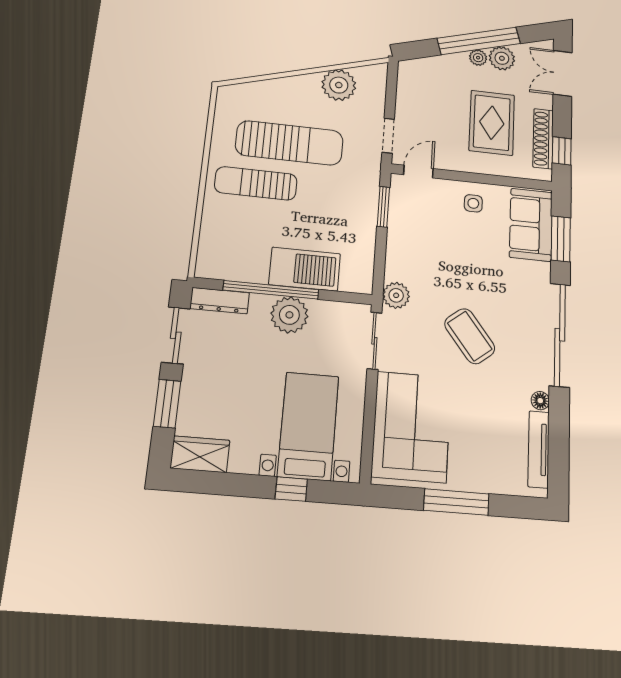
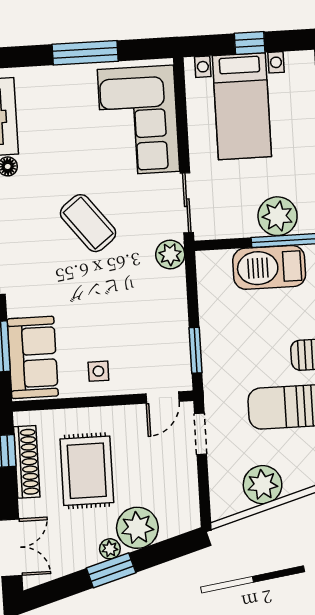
window: (479, 41) -> (111, 570), width x0.47
plant: (502, 58) -> (137, 528), moved, width x1.36, depth x1.36

